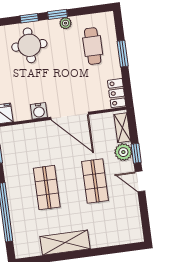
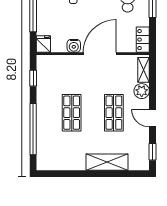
door: (70, 116) -> (100, 54), swing flipped
window: (136, 153) -> (152, 152), moved
shelving: (65, 243) -> (107, 162), moved

